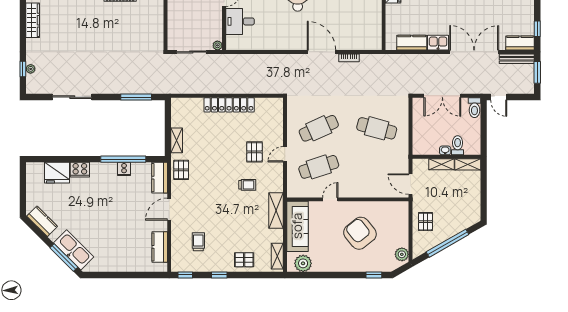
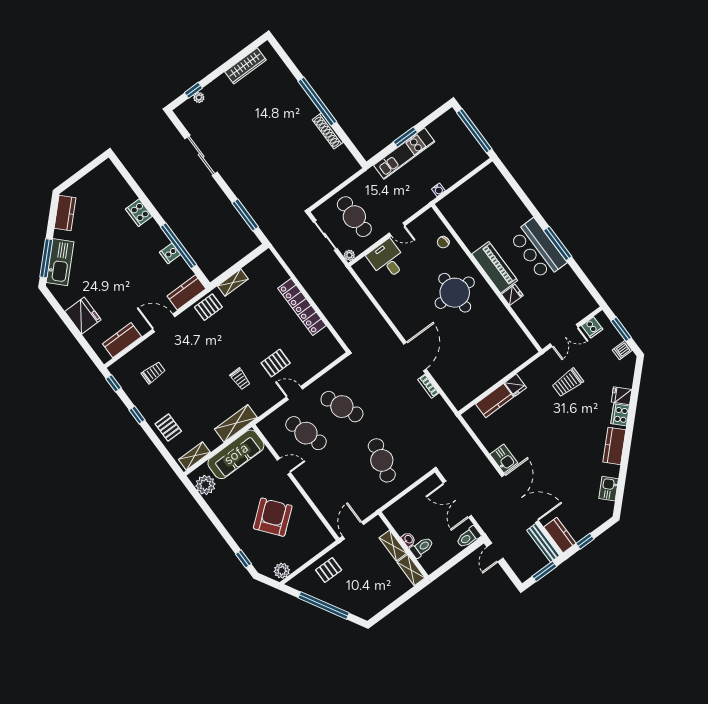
cafe table: (193, 22) -> (354, 217), added
kitchen counter: (412, 43) -> (495, 400), moved, turned 90
fridge: (57, 173) -> (83, 316), moved, turned 180

